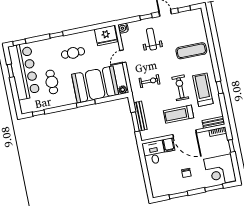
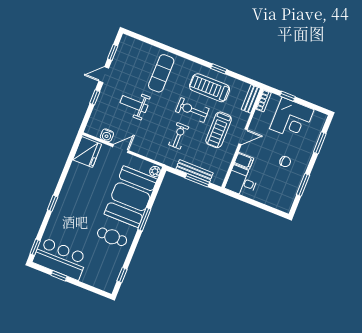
water cooler: (123, 28) -> (107, 135), moved
weight bench: (152, 39) -> (134, 104), moved
cafe table: (73, 53) -> (83, 198), removed
door: (123, 56) -> (120, 149), swing flipped
bar counter: (24, 71) -> (60, 259), width x0.73
exercise bike: (150, 81) -> (179, 136), moved
cafe table: (52, 82) -> (112, 237), moved
door: (185, 134) -> (243, 137), width x0.53
corner desk: (220, 170) -> (292, 119), moved

